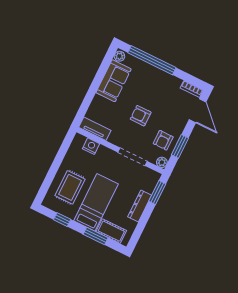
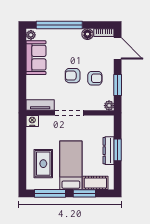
floor lamp: (175, 83) -> (87, 34), added
armchair: (163, 140) -> (95, 78), moved, turned -90
nightstand: (91, 146) -> (32, 121), moved
doorway: (133, 157) -> (69, 113), moved
window: (157, 192) -> (118, 150), moved
window: (62, 220) -> (50, 193), width x2.17

